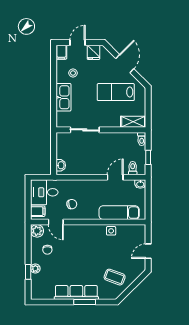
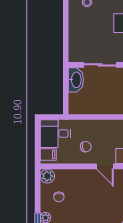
kitchen sink: (63, 97) -> (76, 29), removed
washbasin: (61, 165) -> (76, 80), moved, width x1.91, depth x1.45
door: (56, 222) -> (105, 166), moved

